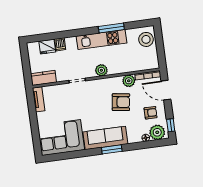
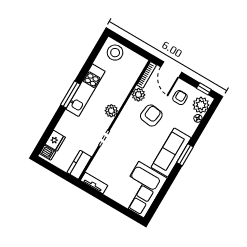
window: (111, 28) -> (70, 94), moved
dishwasher: (60, 44) -> (48, 153), moved
door: (166, 90) -> (171, 70), hinge flipped

